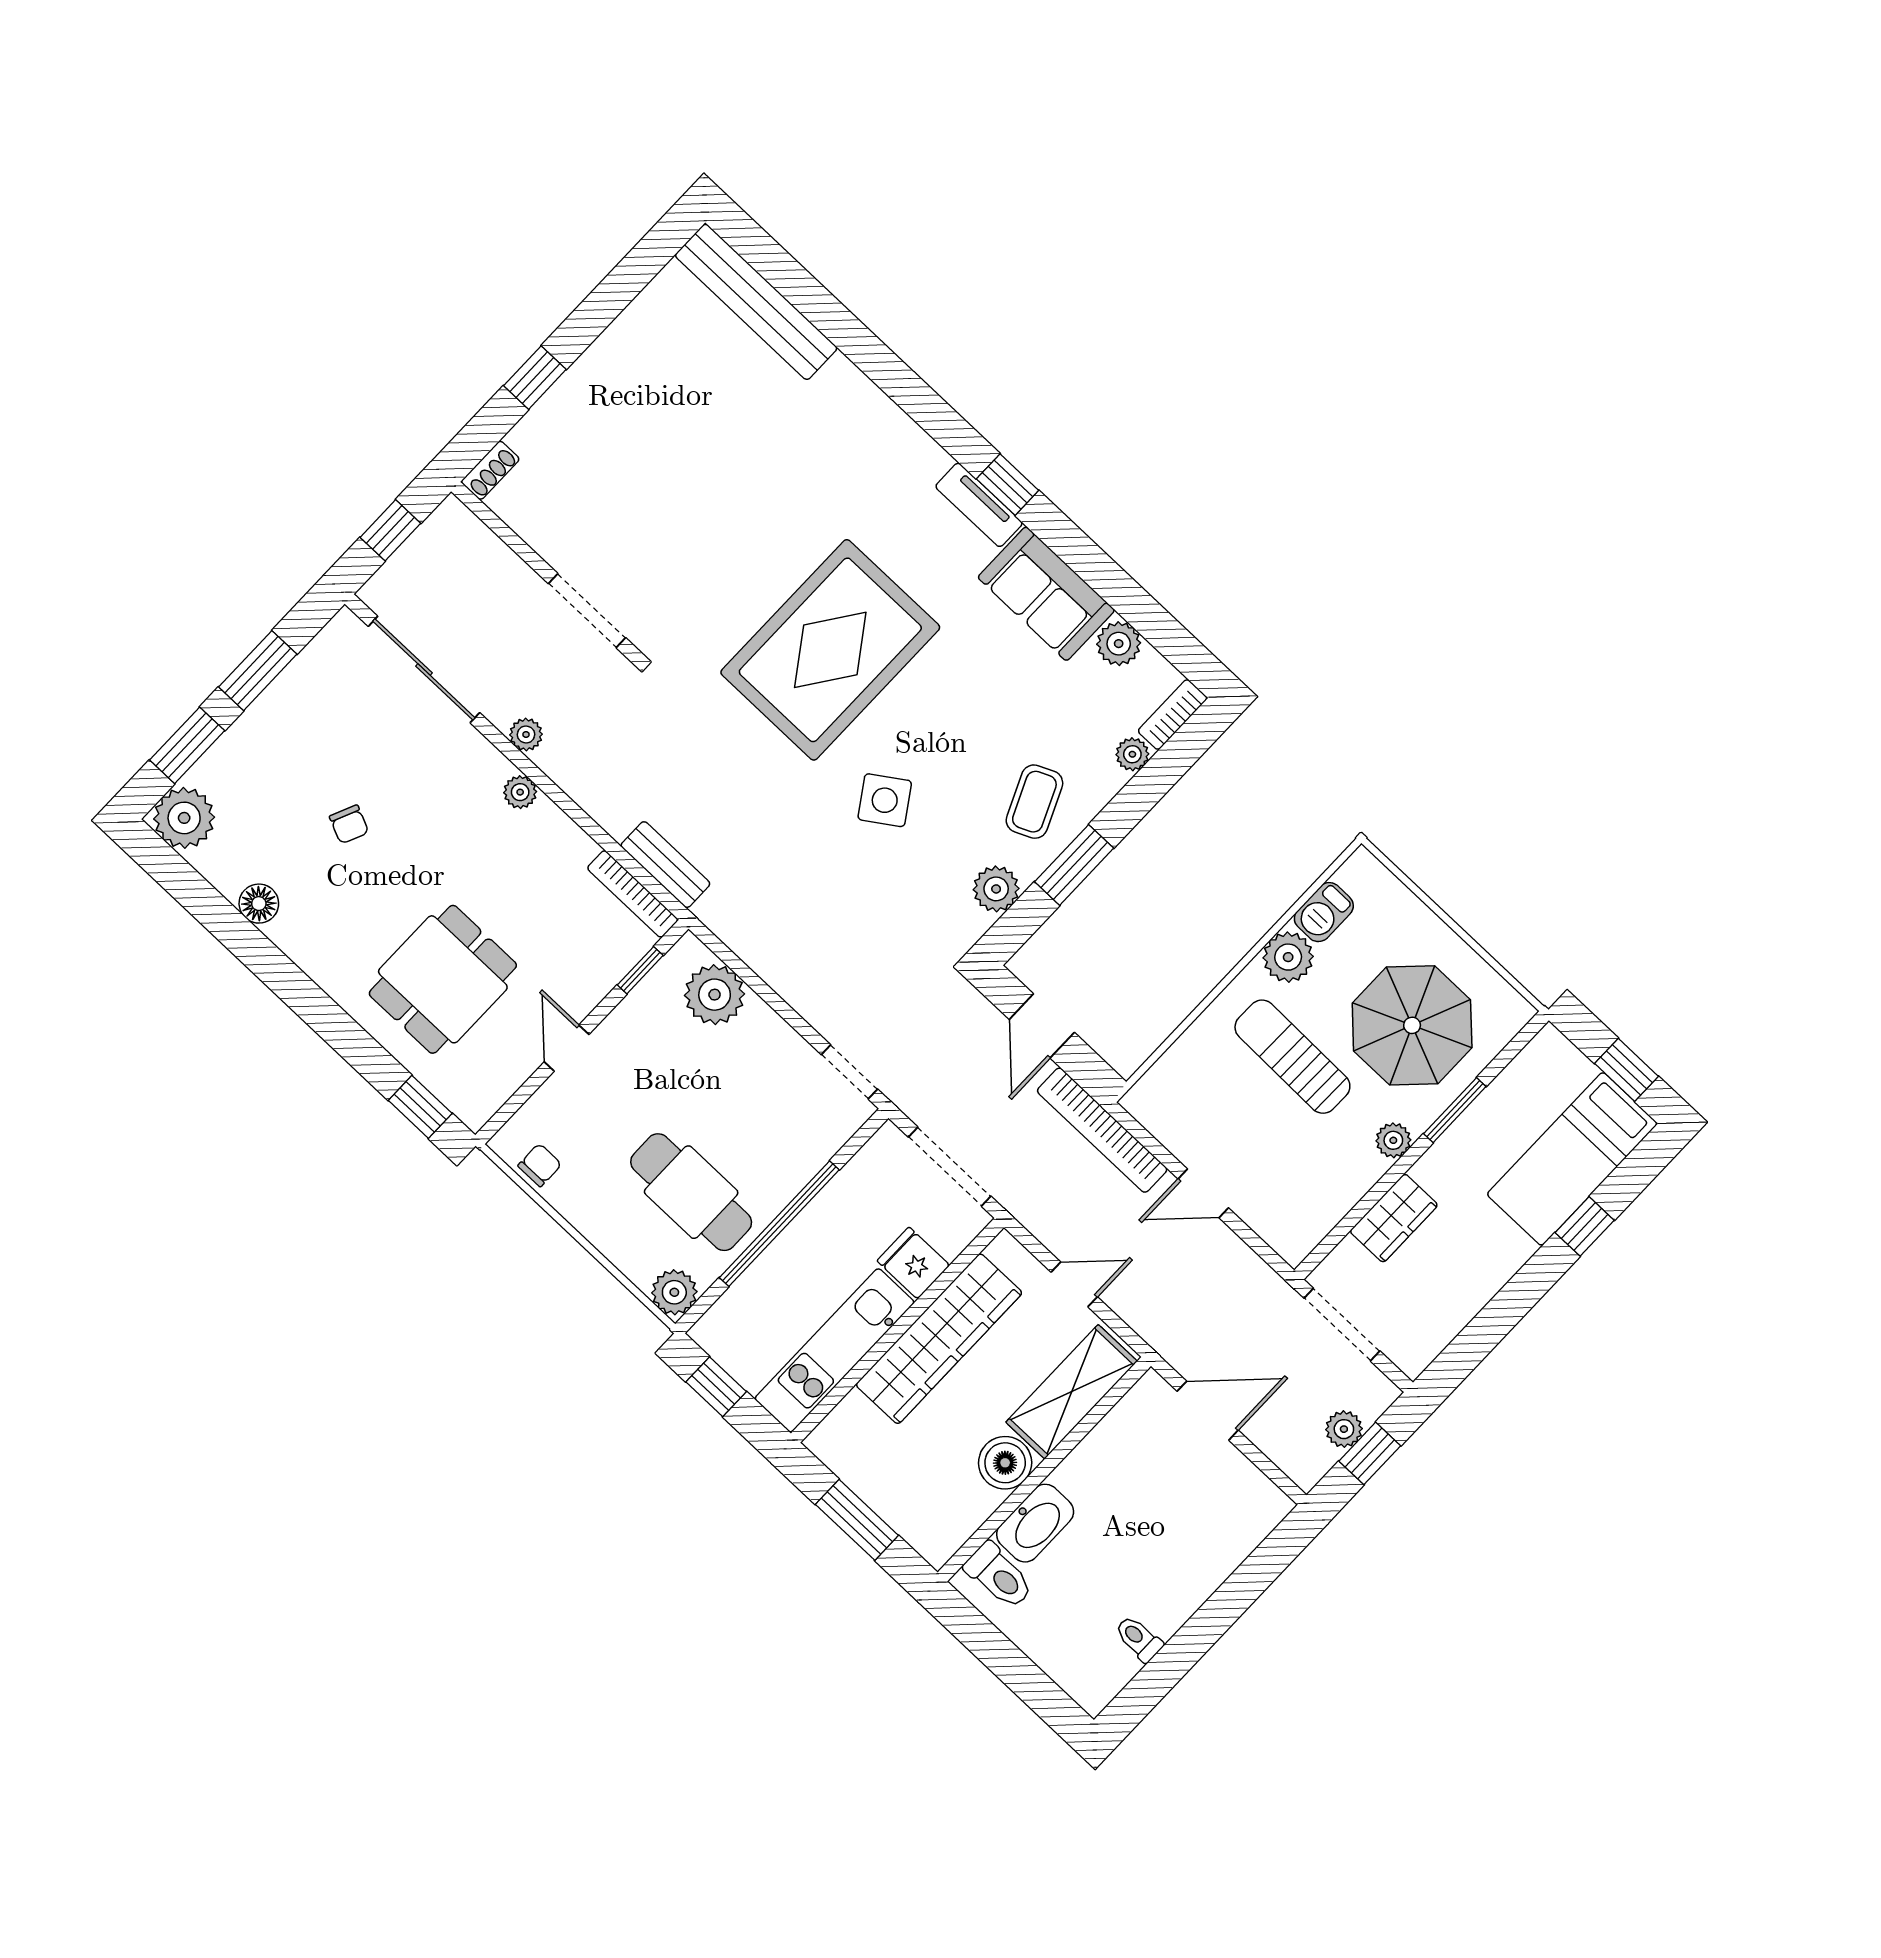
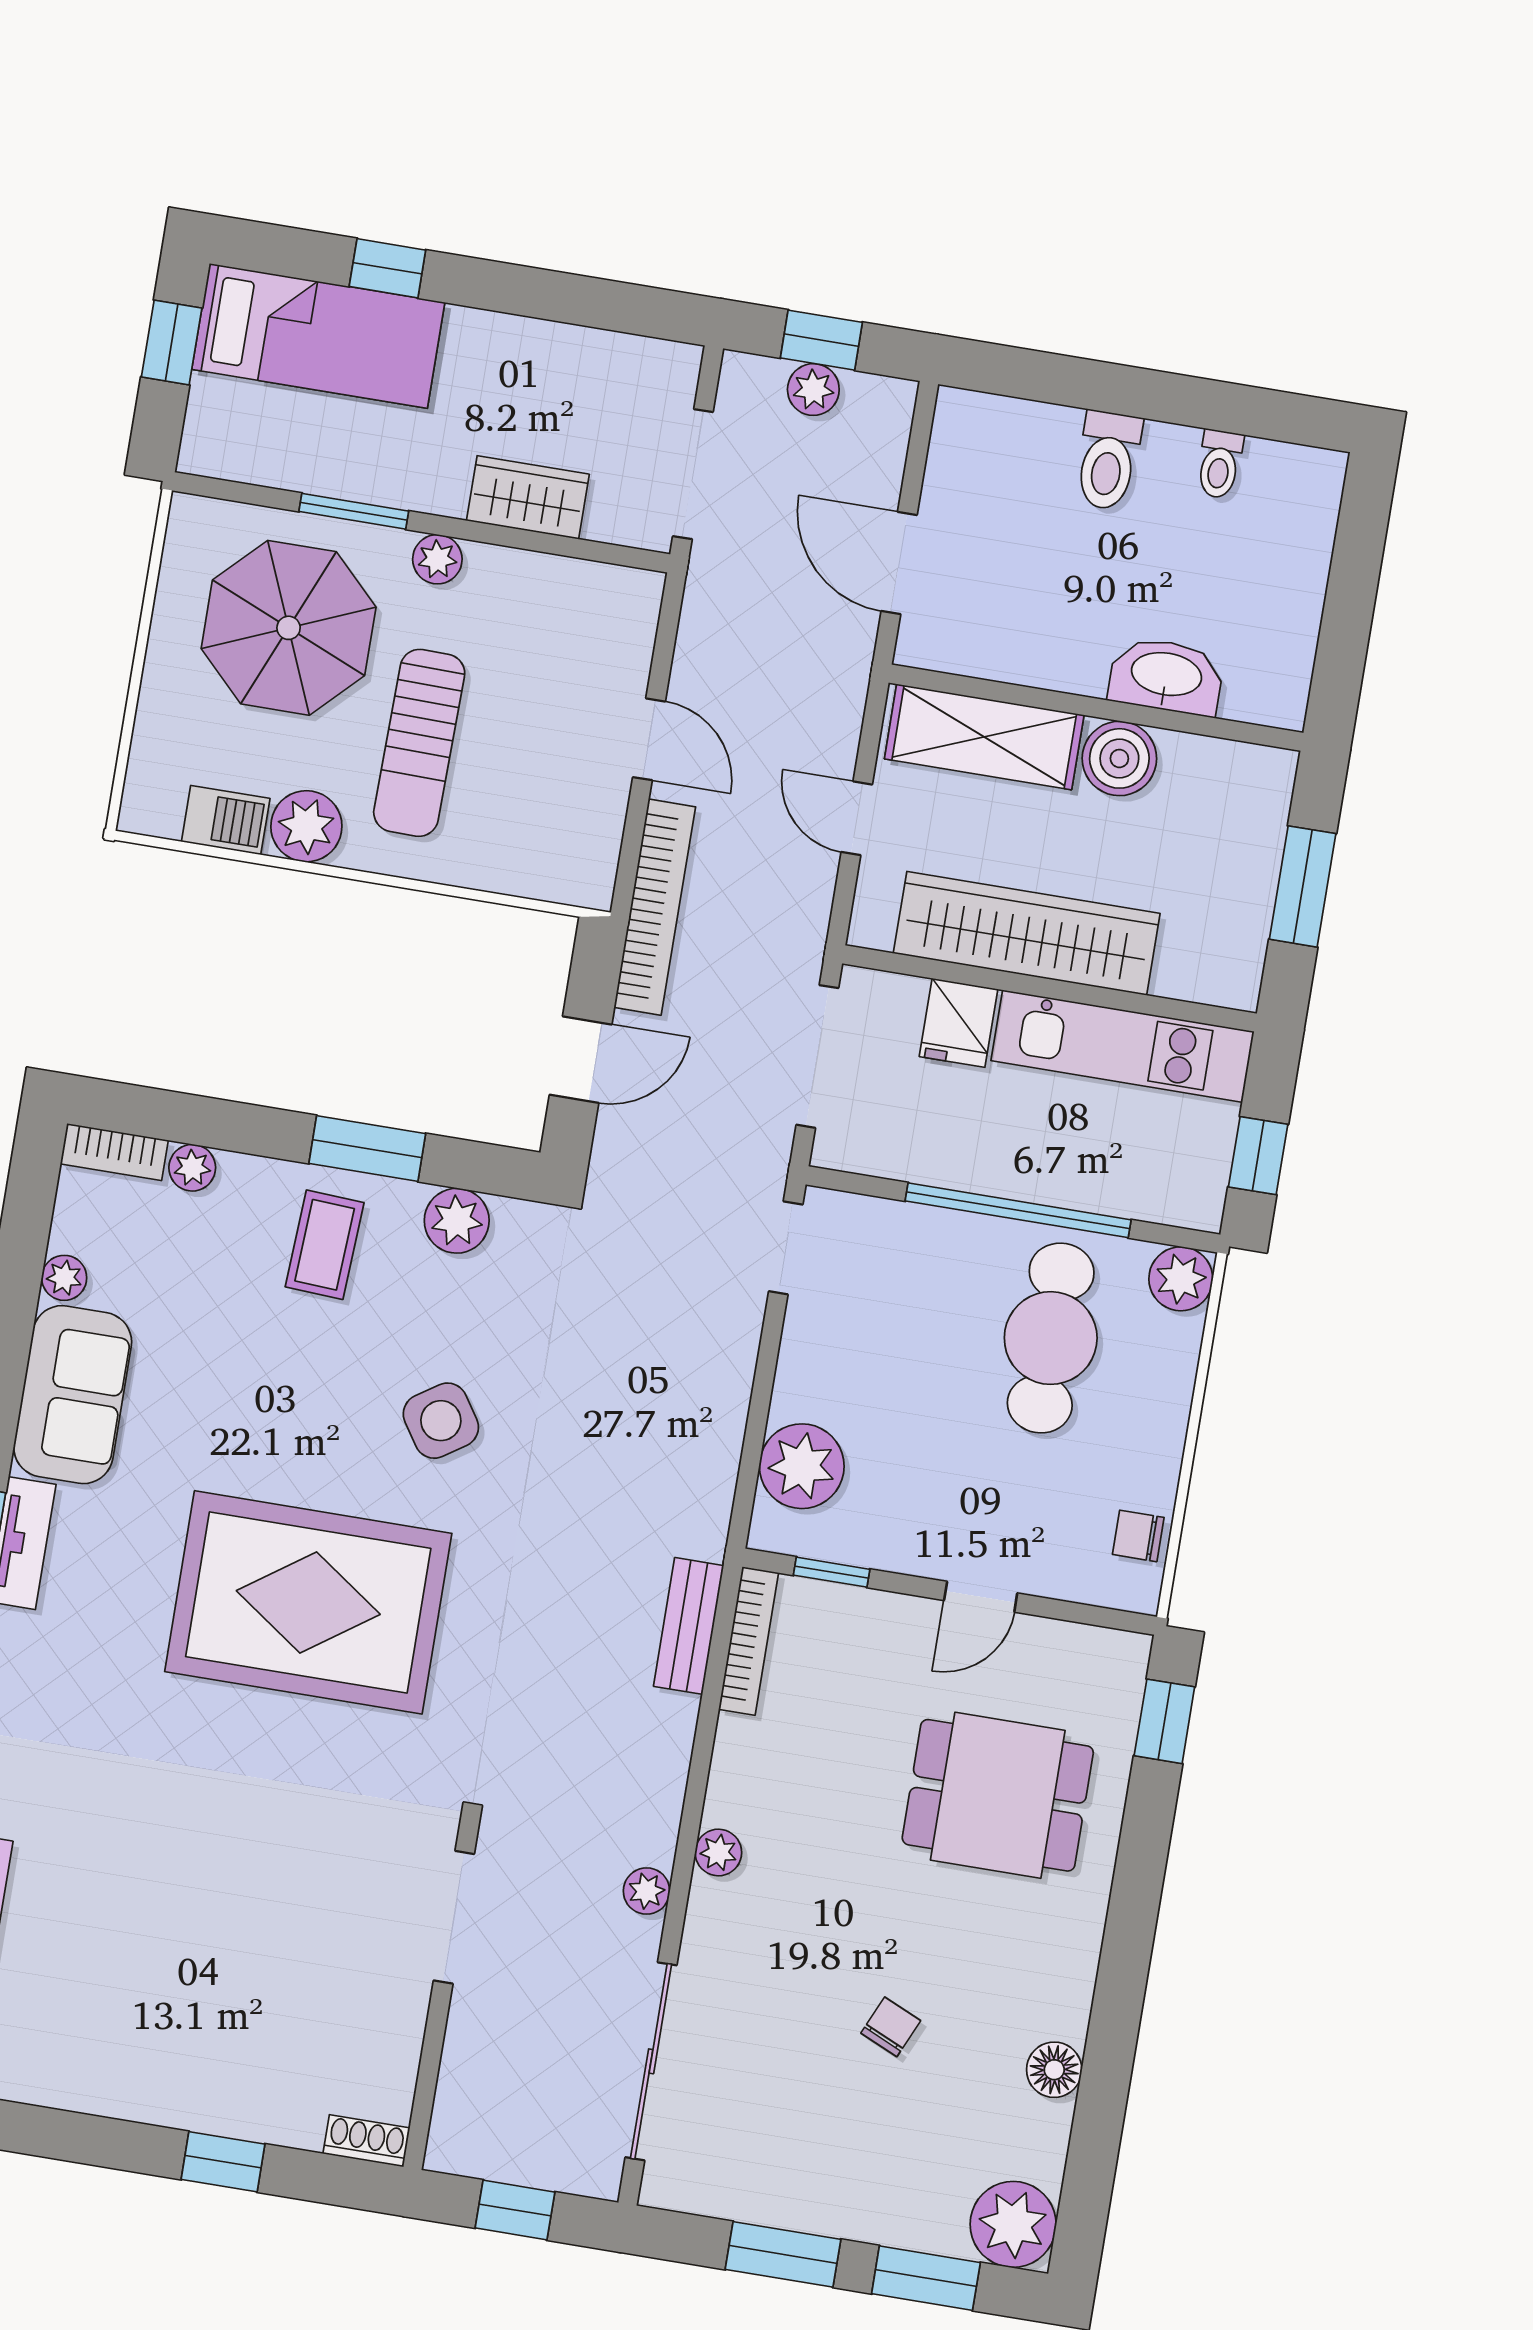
plant: (1119, 644) -> (64, 1278), width x0.73, depth x0.73
coffee table: (1034, 802) -> (325, 1245), turned -63
toilet: (999, 1576) -> (1108, 460), moved, turned 180

